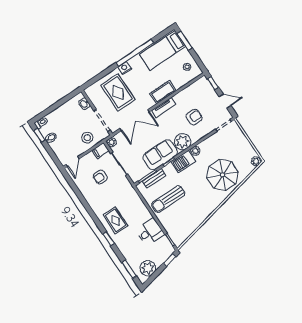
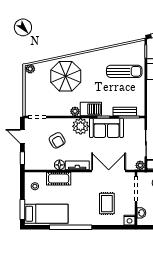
nightstand: (125, 68) -> (129, 220), moved
rug: (118, 92) -> (107, 204), width x0.73, depth x0.70
cot: (163, 92) -> (59, 179), moved
floor lamp: (179, 98) -> (59, 165), added
armchair: (194, 117) -> (57, 140), turned -120
sun lounger: (168, 199) -> (124, 71), moved

